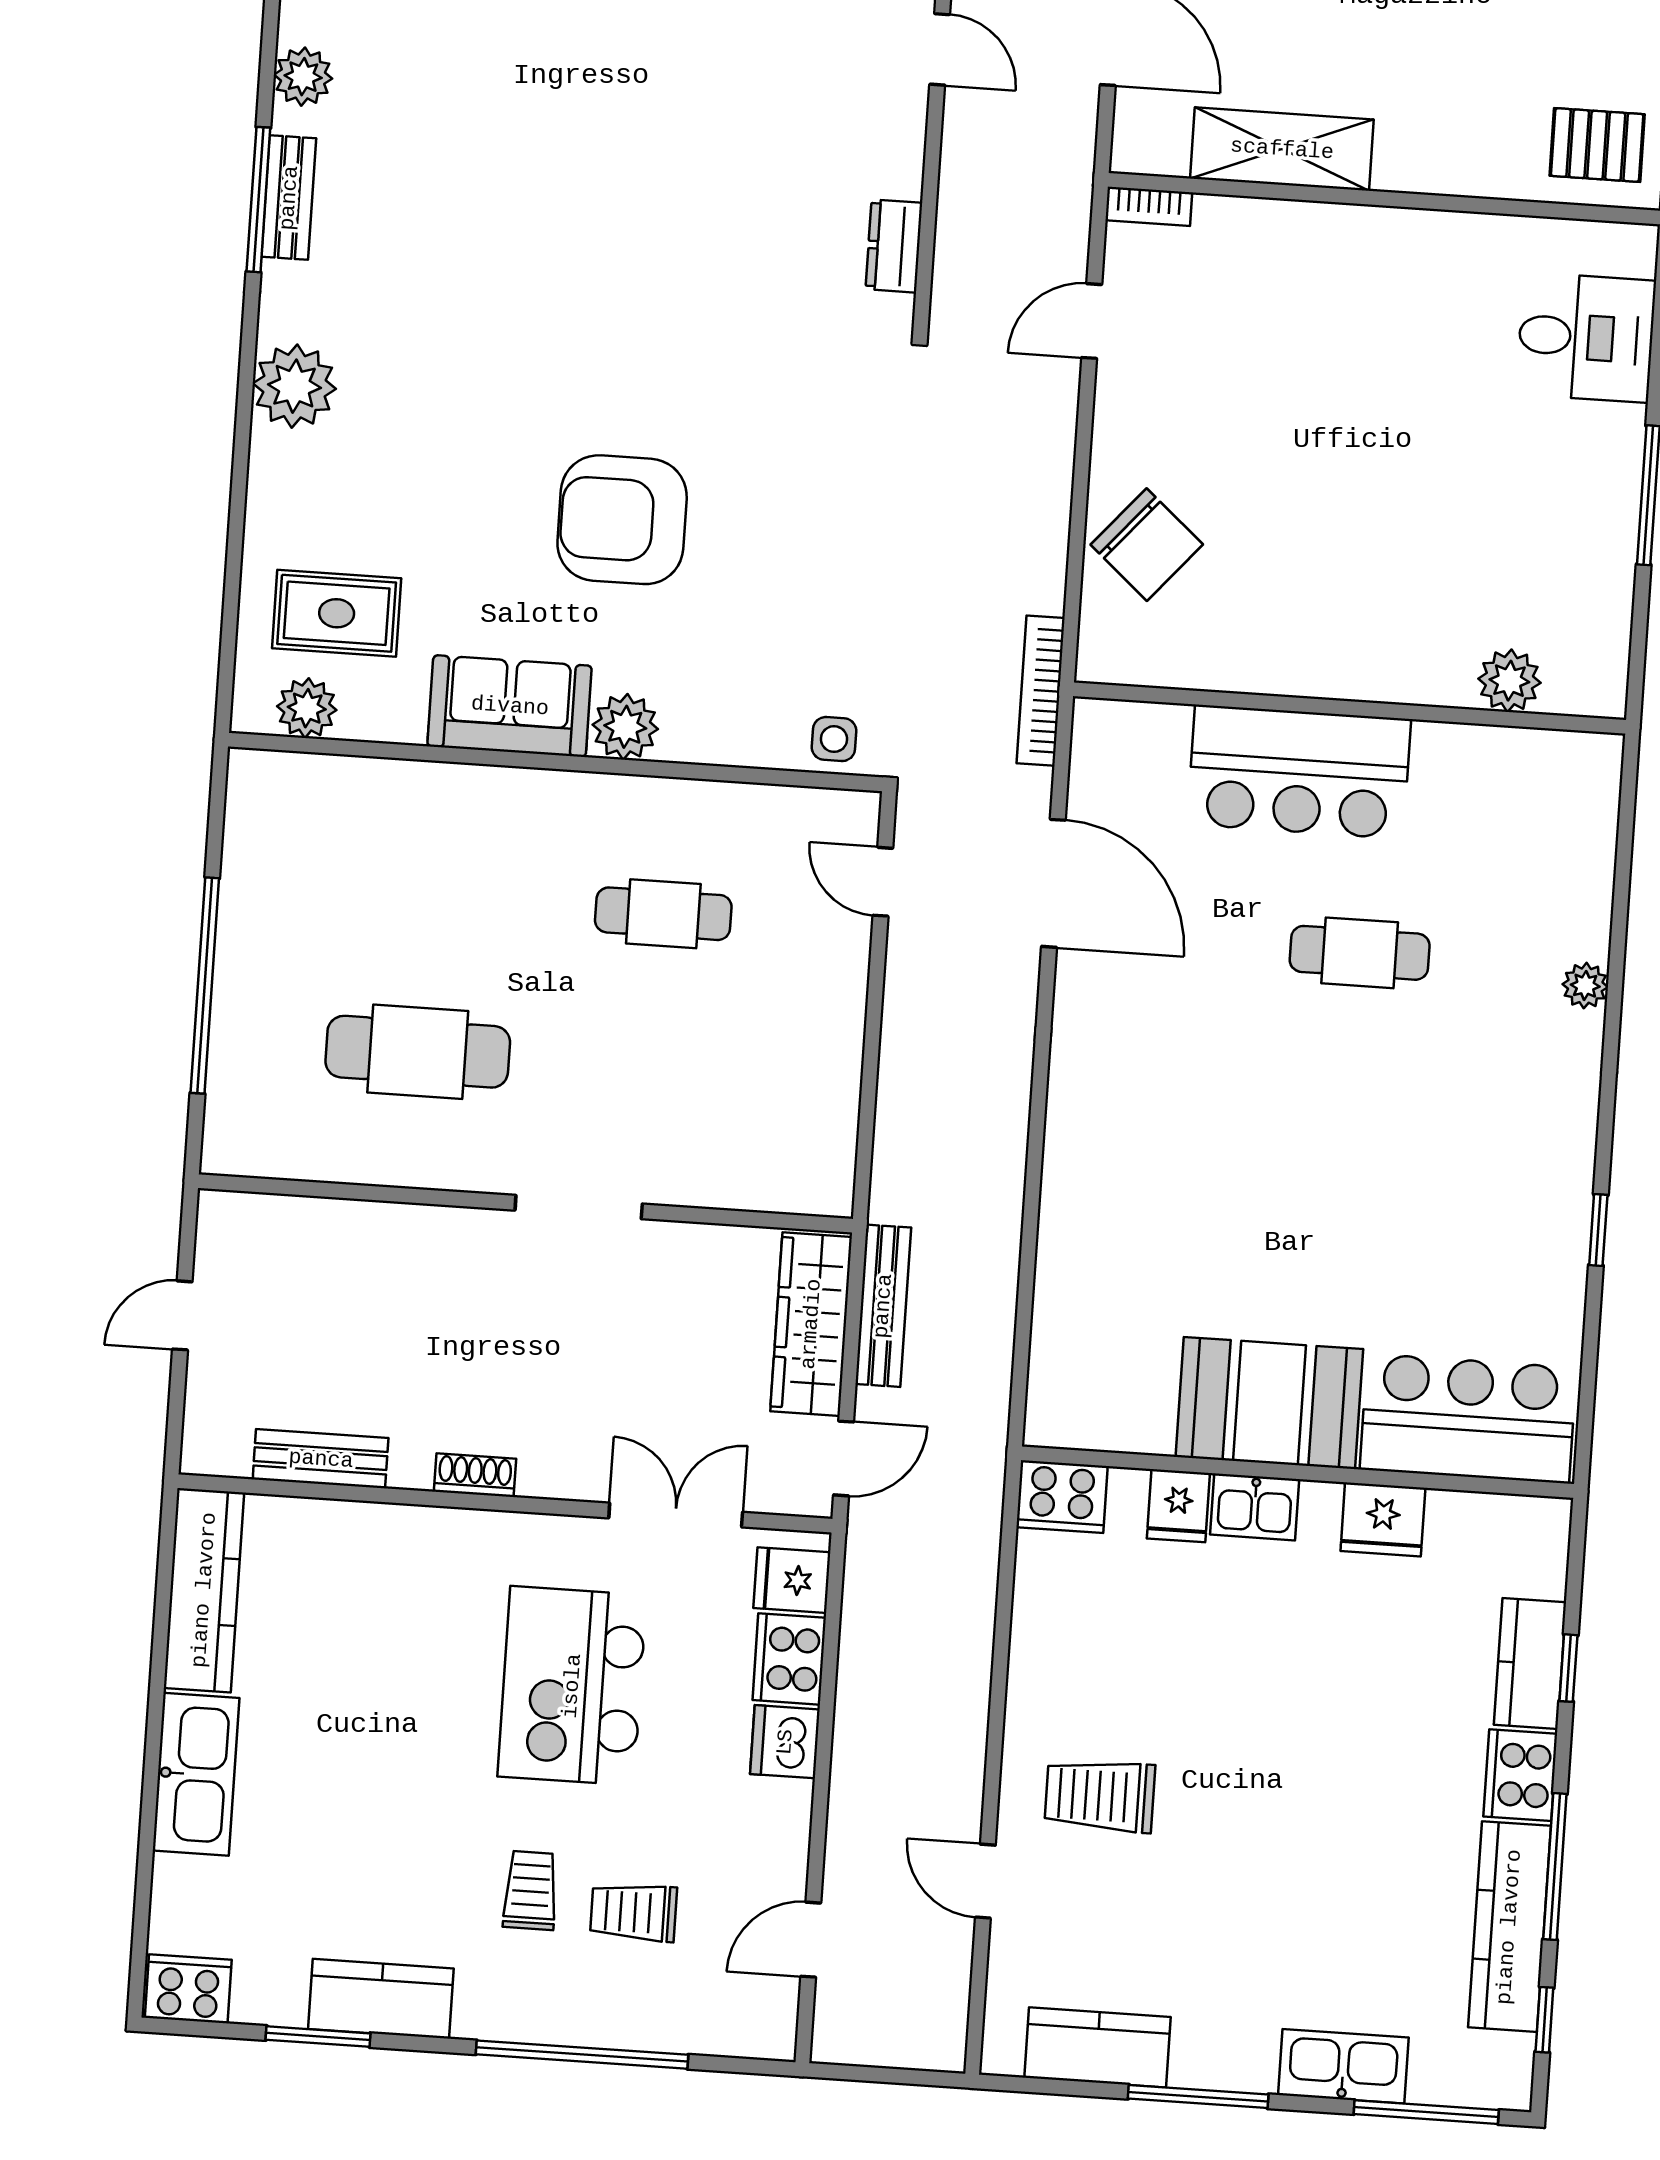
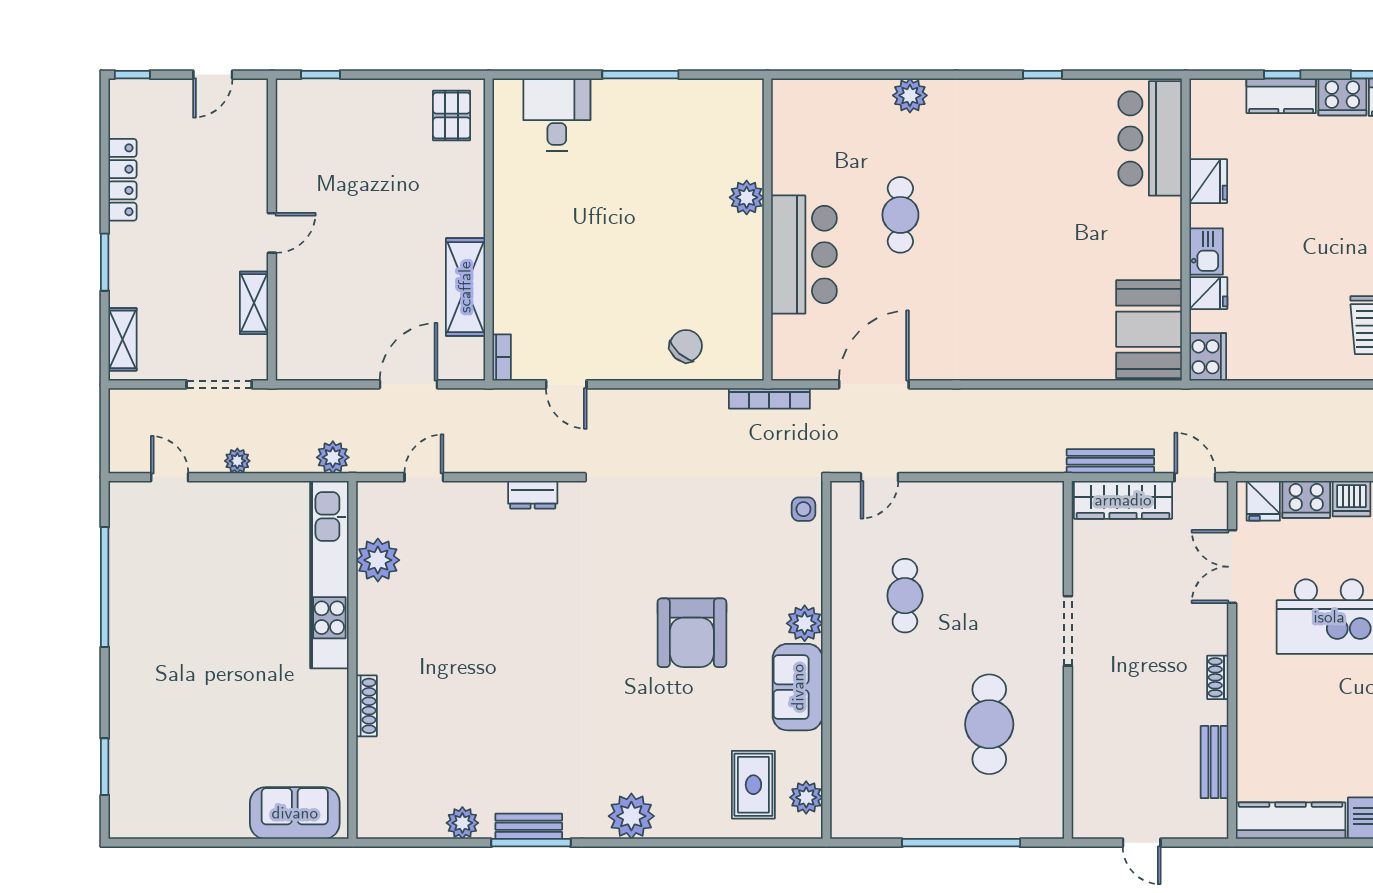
chair: (1147, 545) -> (686, 346), width x0.73, depth x0.73
plant: (1509, 681) -> (747, 197), moved
plant: (1585, 986) -> (910, 95), width x1.38, depth x1.38
booth: (1269, 1403) -> (1149, 329), moved

